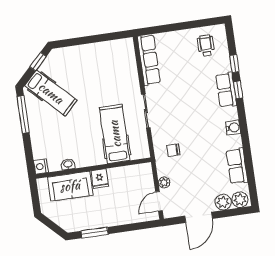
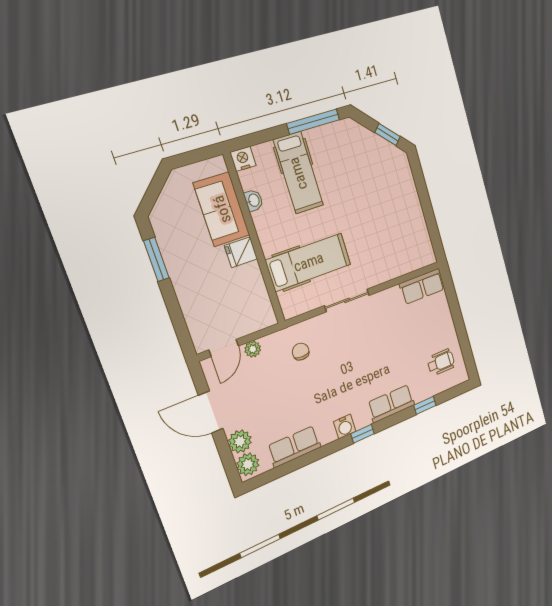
row of seats: (149, 60) -> (422, 286), width x0.68
window: (238, 90) -> (362, 434), moved
hospital bed: (51, 93) -> (298, 173), moved, turned -45
door: (159, 201) -> (224, 348), swing flipped

